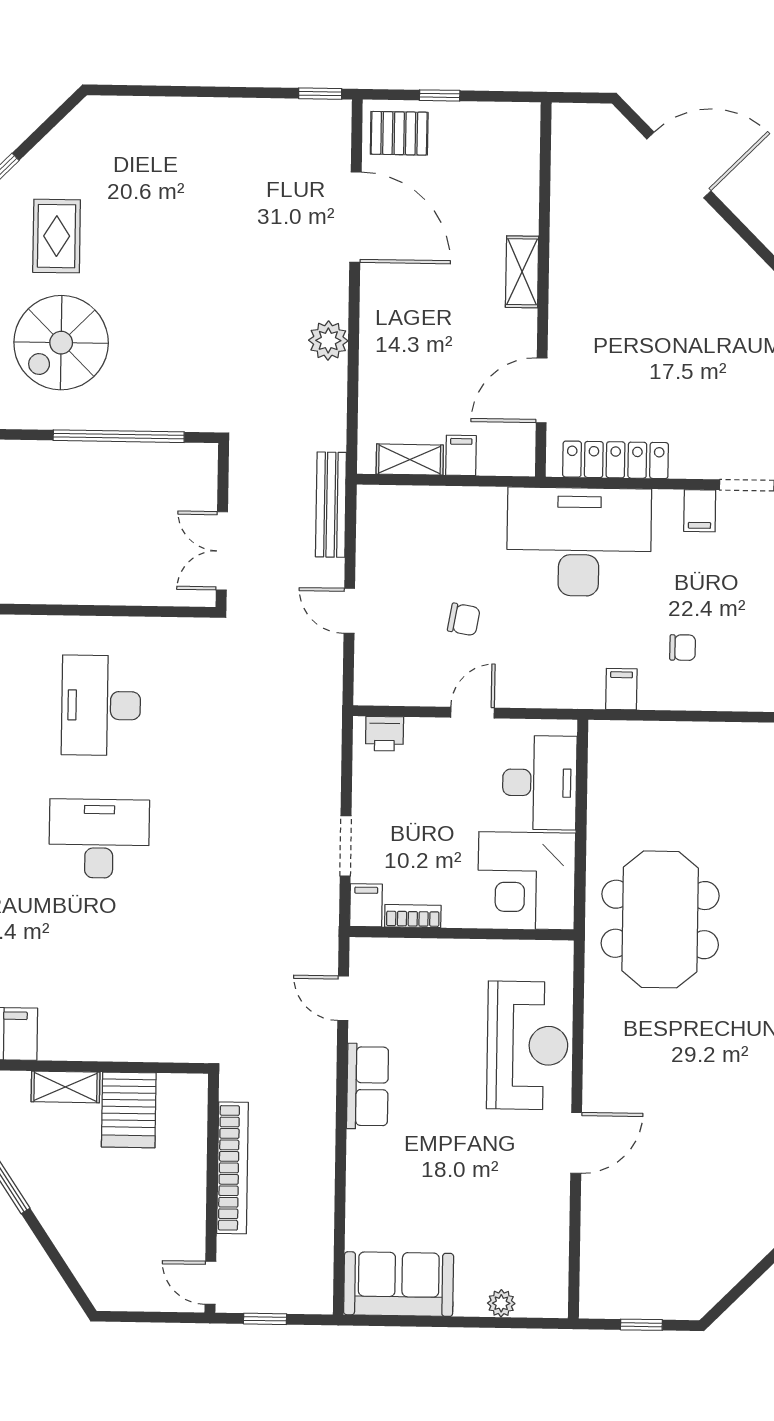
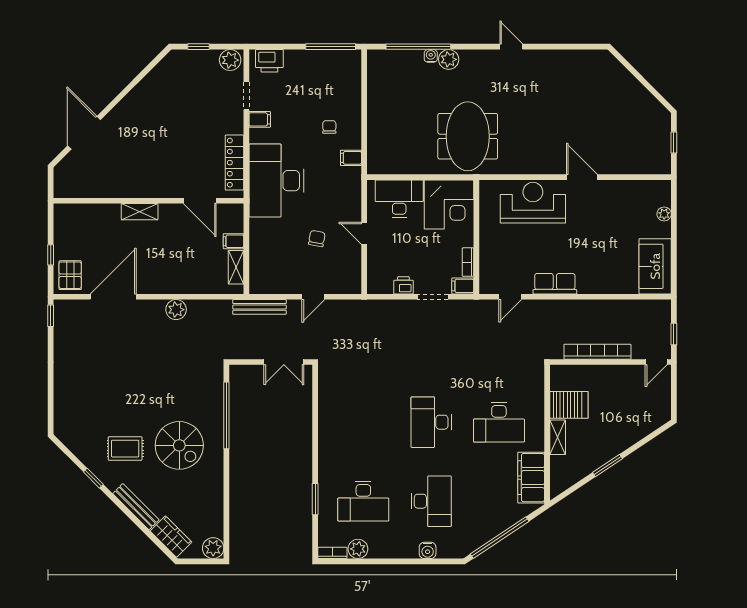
desk: (101, 705) -> (499, 422), moved
printer: (385, 734) -> (403, 285), moved, turned -90
meeting table: (660, 919) -> (468, 136), turned 90

